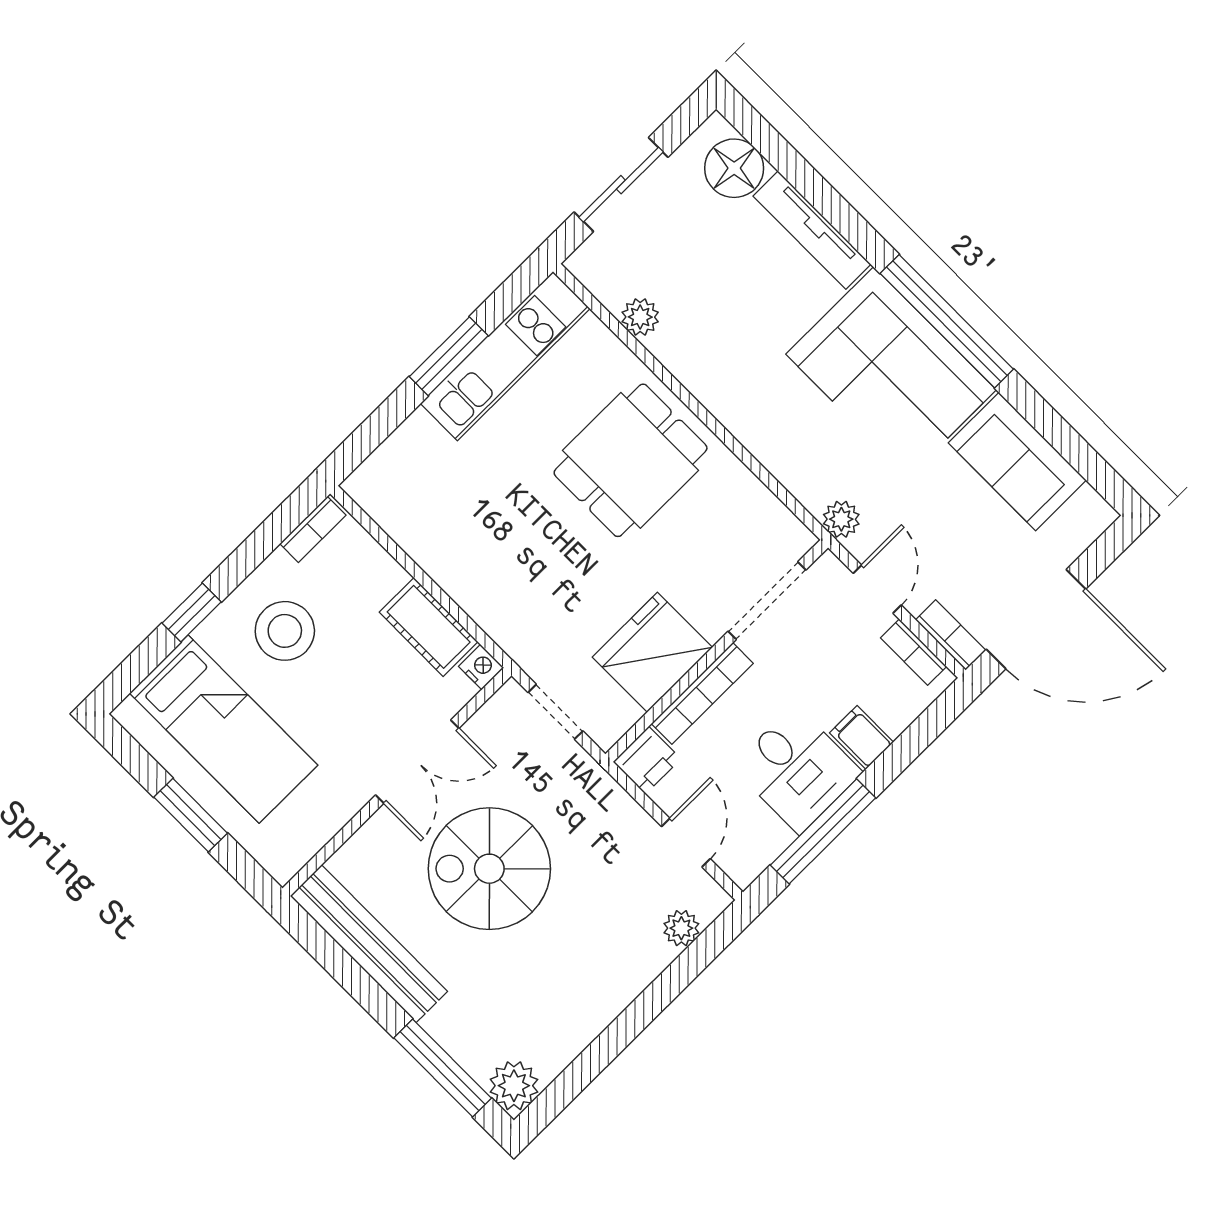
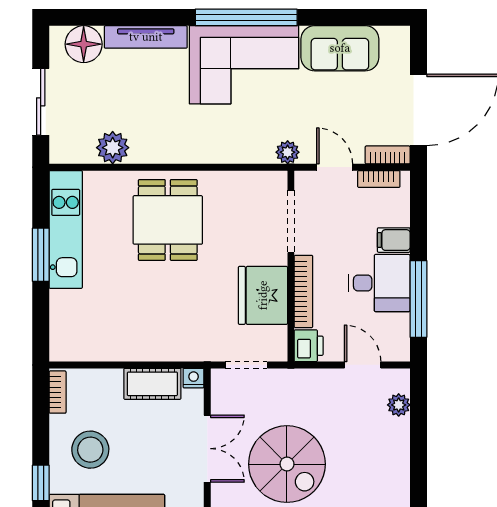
plant: (640, 317) -> (113, 148), width x1.38, depth x1.38
spiral stairs: (489, 869) -> (287, 464), turned -90

